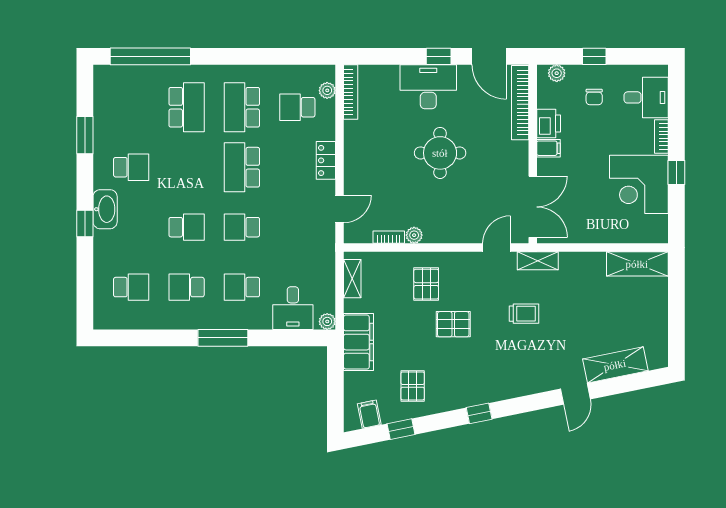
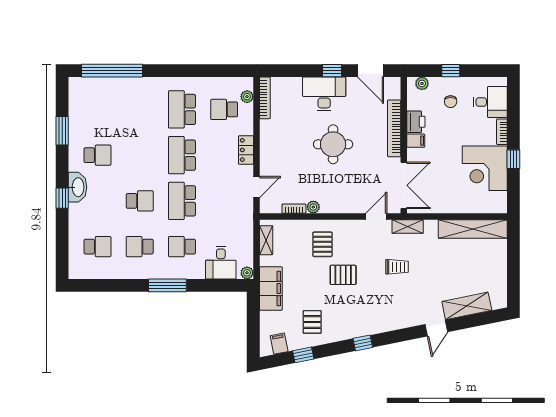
bookcase: (520, 103) -> (394, 128), moved
school desk: (187, 107) -> (140, 109), removed
school desk: (242, 227) -> (182, 201), width x1.85
shelving: (637, 264) -> (473, 229), width x1.47

